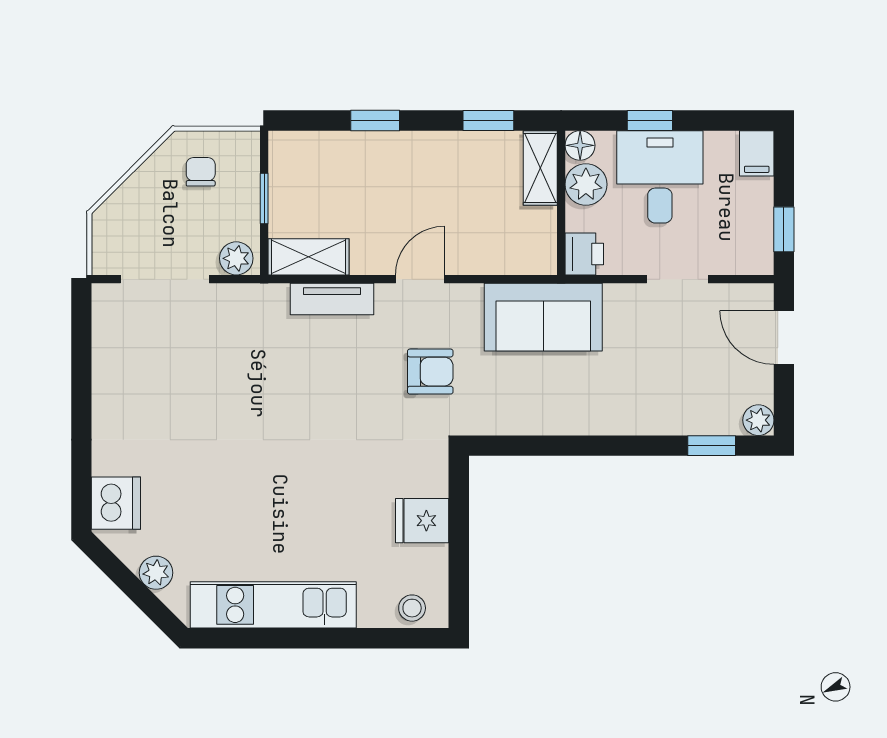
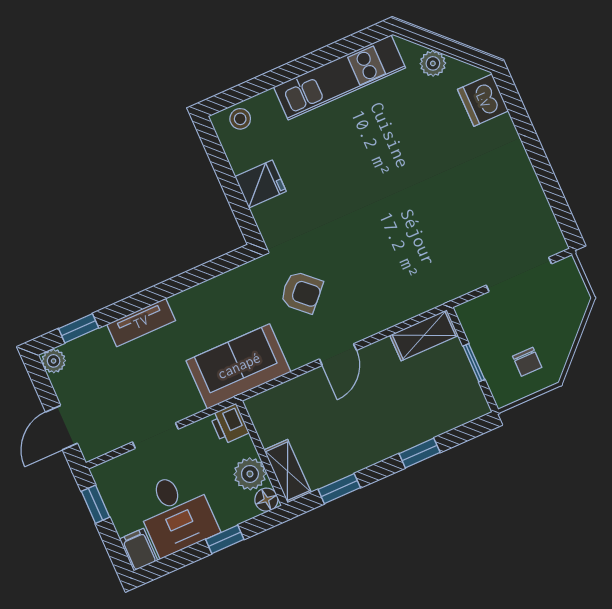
desk: (660, 177) -> (176, 513), moved
plant: (236, 258) -> (475, 312), removed
tv unit: (332, 299) -> (141, 322), moved, turned 180
door: (784, 337) -> (61, 428), swing flipped
armchair: (430, 372) -> (302, 292), turned -137

